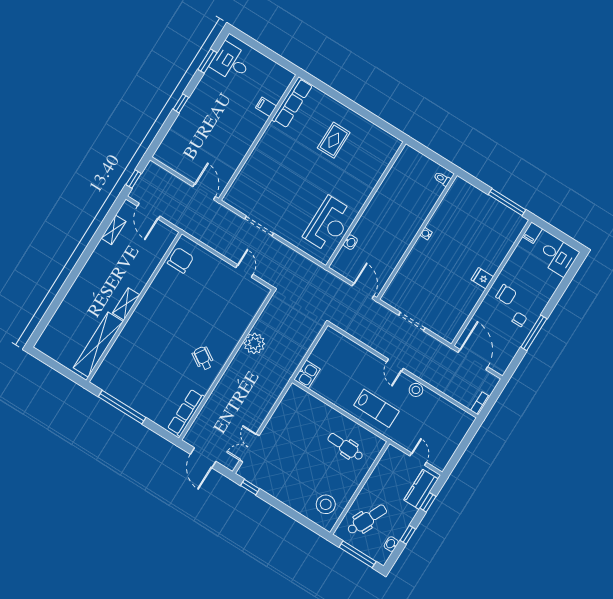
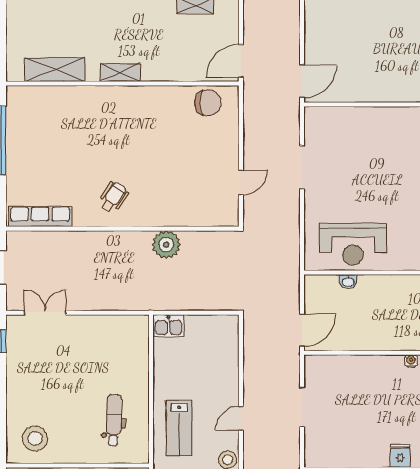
door: (149, 211) -> (241, 61), moved
shelving: (98, 345) -> (55, 70), width x0.68

